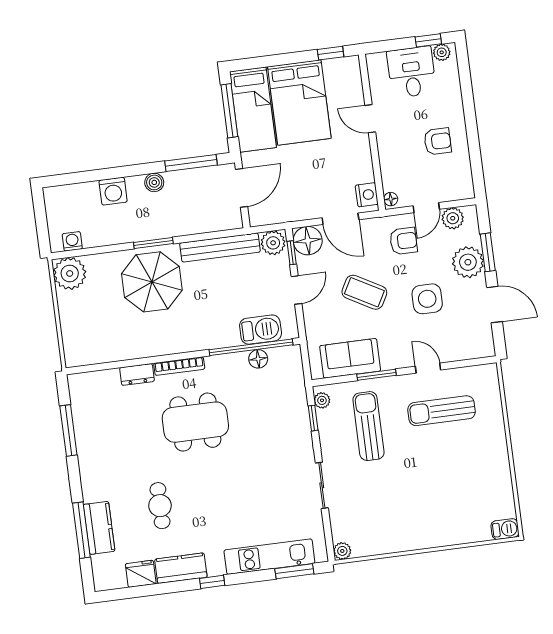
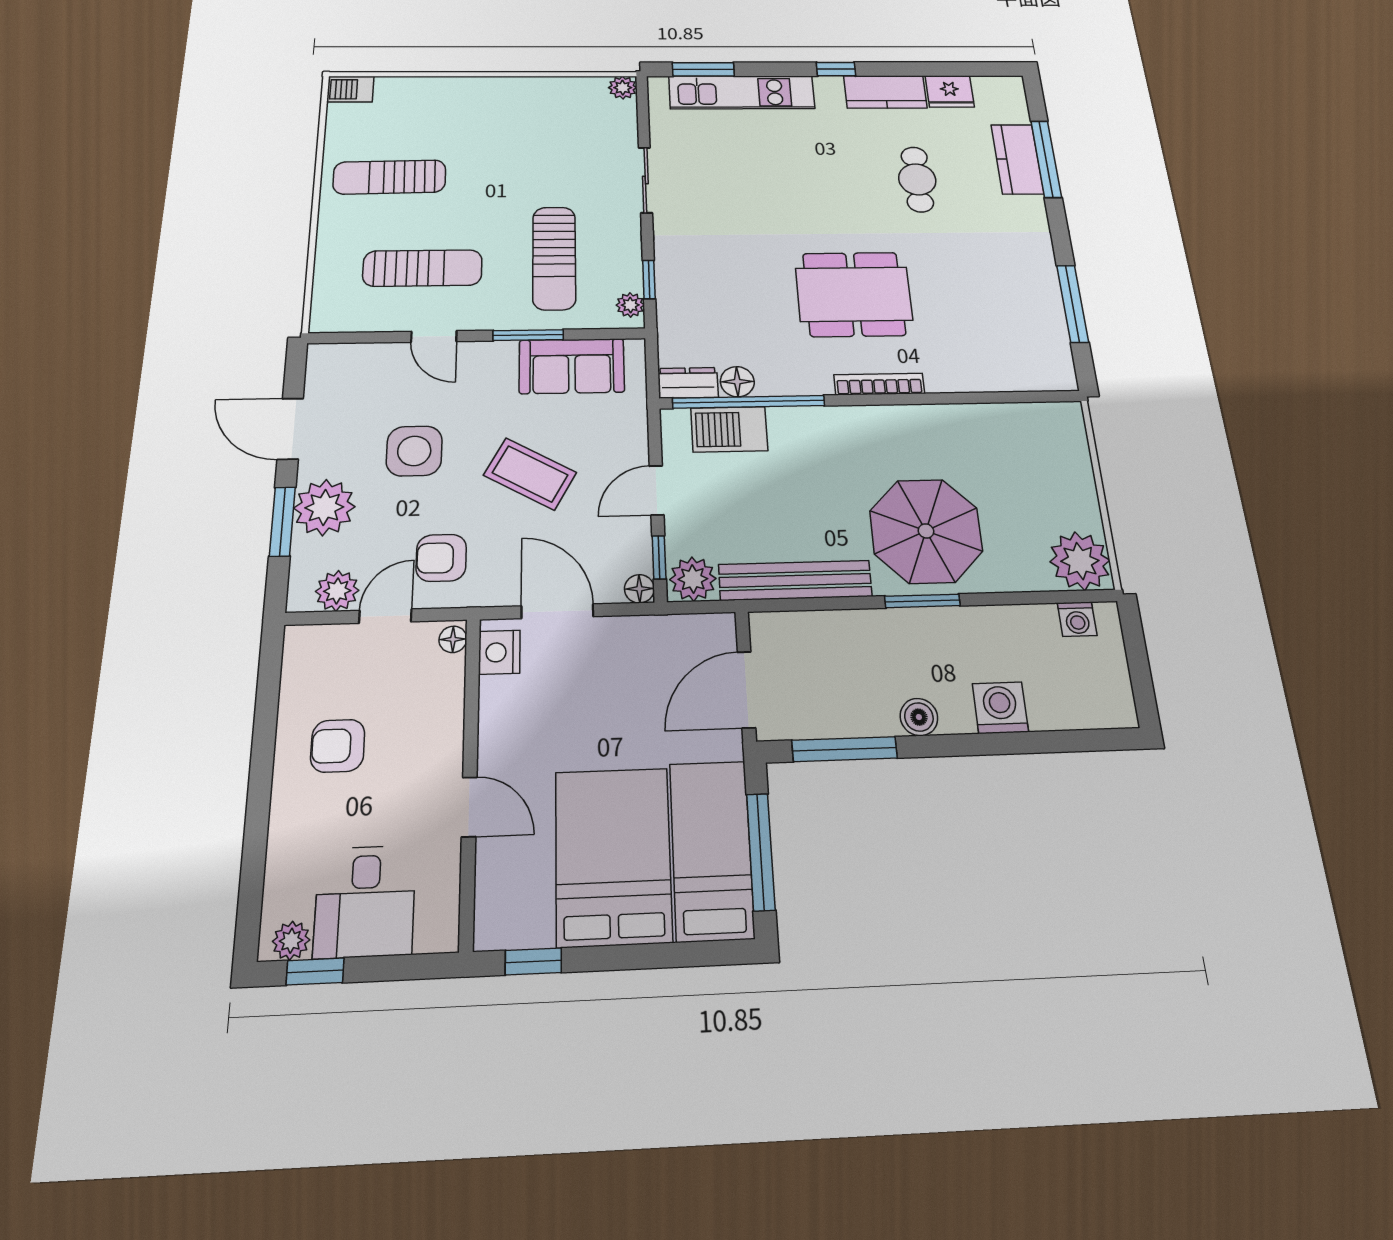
floor lamp: (308, 241) -> (639, 589), width x0.53, depth x0.53
dresser: (137, 374) -> (688, 383), moved
sun lounger: (471, 469) -> (390, 177), added

